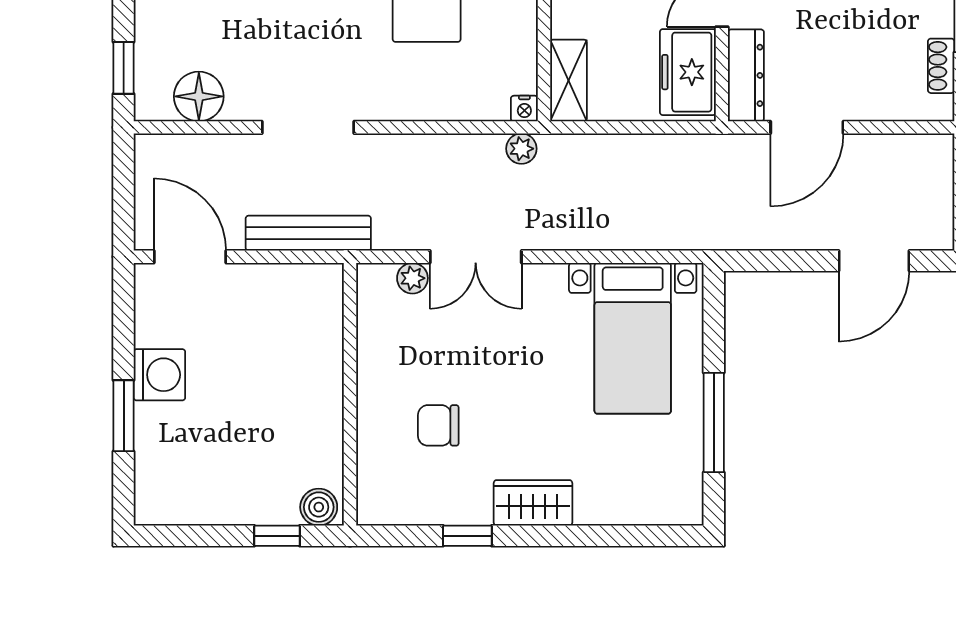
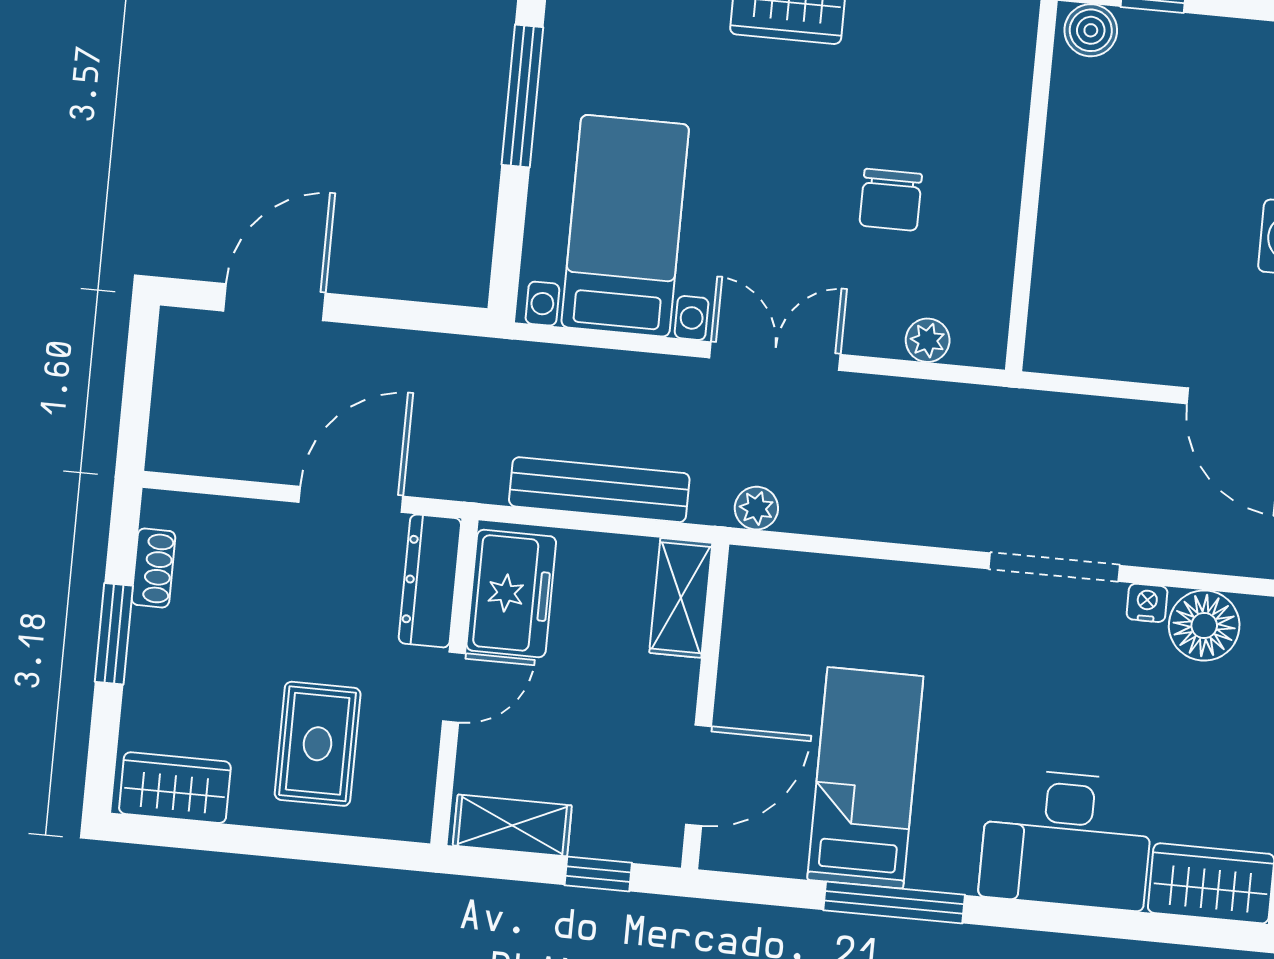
nightstand: (524, 109) -> (1147, 603), moved
bench: (308, 233) -> (599, 490), moved
double door: (476, 257) -> (775, 356), moved
chair: (438, 425) -> (891, 200), moved, turned 90

